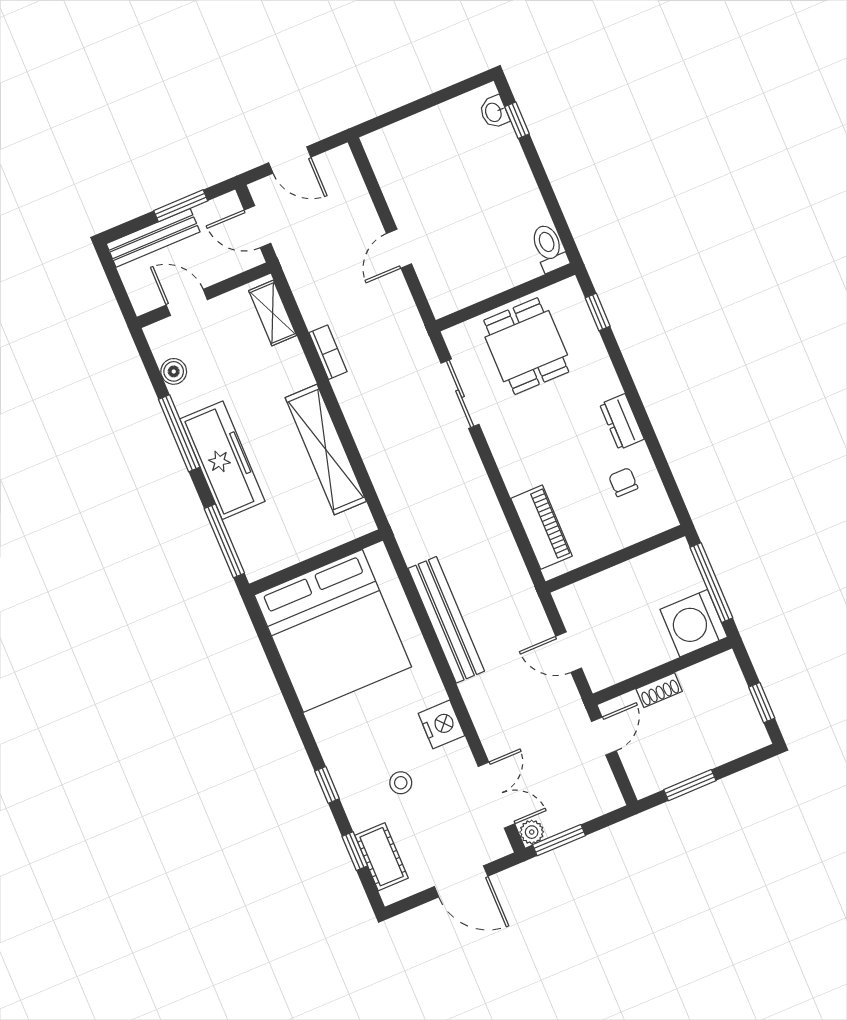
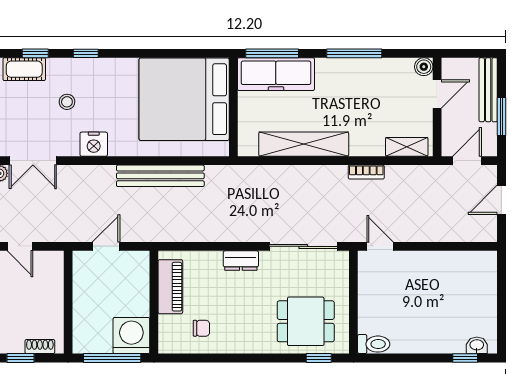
door: (399, 249) -> (380, 246), moved
dining table: (526, 346) -> (306, 321), moved
boiler: (174, 371) -> (424, 67), moved
sliding door: (460, 394) -> (303, 246), width x1.37
dresser: (622, 422) -> (241, 261), moved, turned 180
freezer: (222, 460) -> (276, 74), moved
piano: (541, 527) -> (170, 287), moved, turned -90
washing machine: (694, 623) -> (131, 336), moved
shoe rack: (659, 690) -> (40, 347), moved, turned 90
door: (604, 736) -> (20, 246), moved

